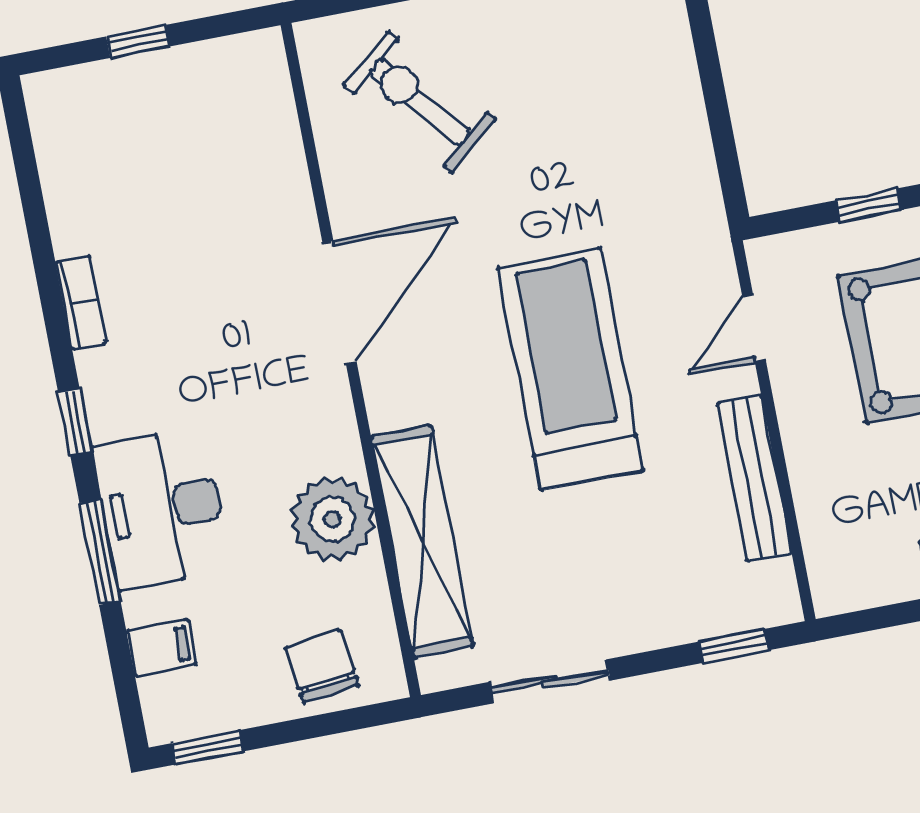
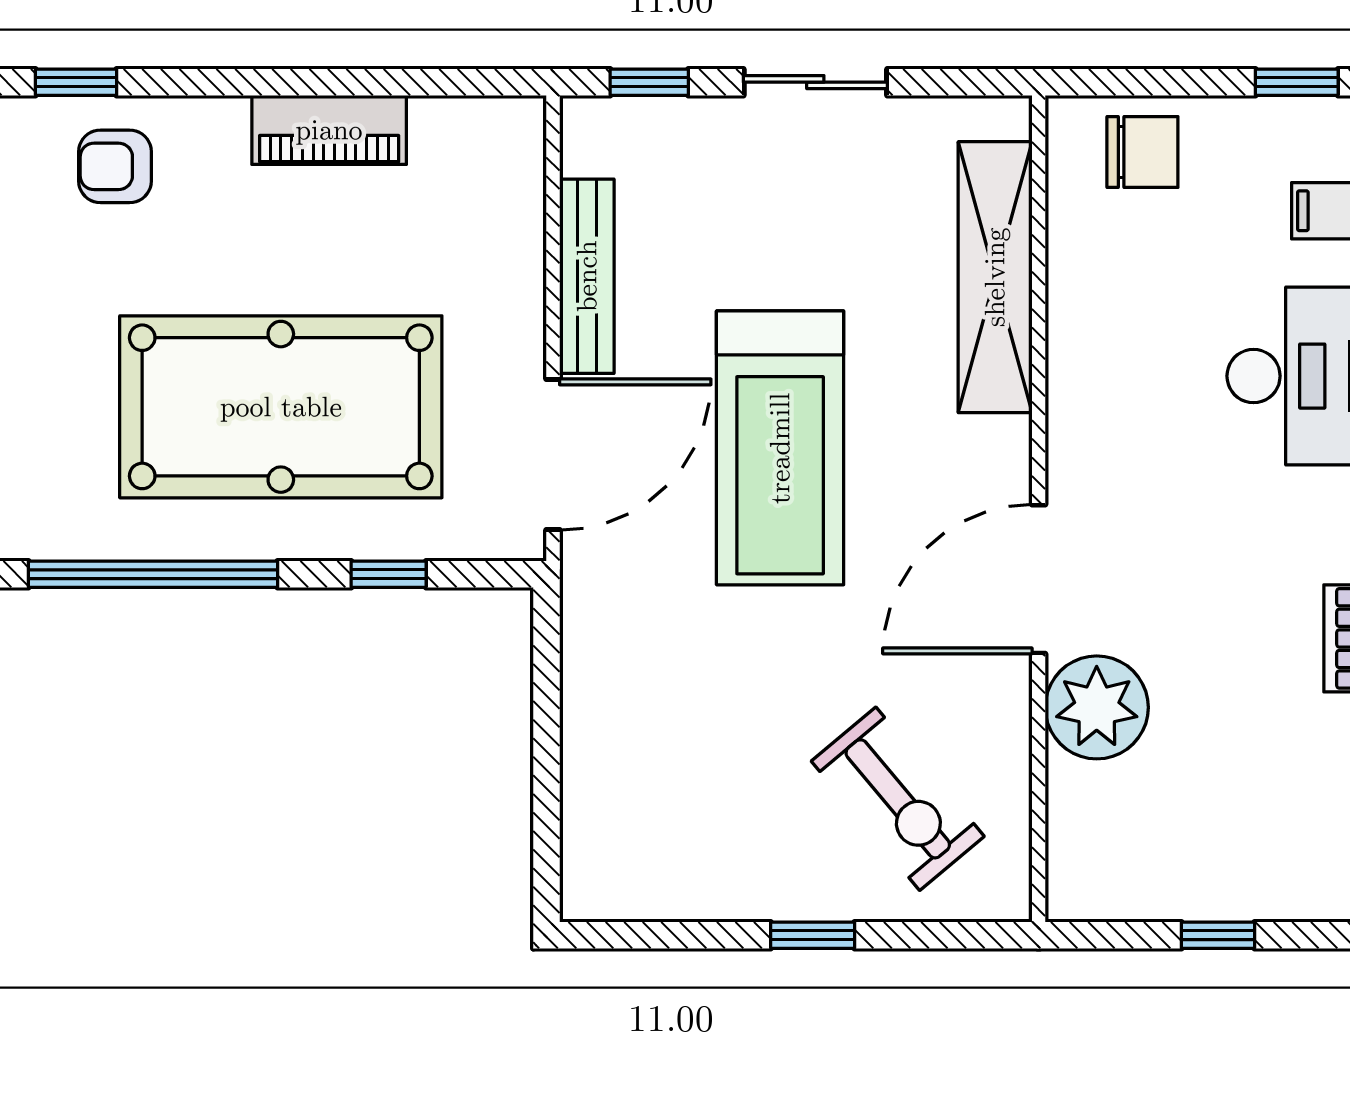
door: (754, 328) -> (553, 455), width x1.87
plant: (332, 519) -> (1097, 707), moved
chair: (322, 666) -> (1142, 152), turned -83
sliding door: (550, 681) -> (815, 82), moved

